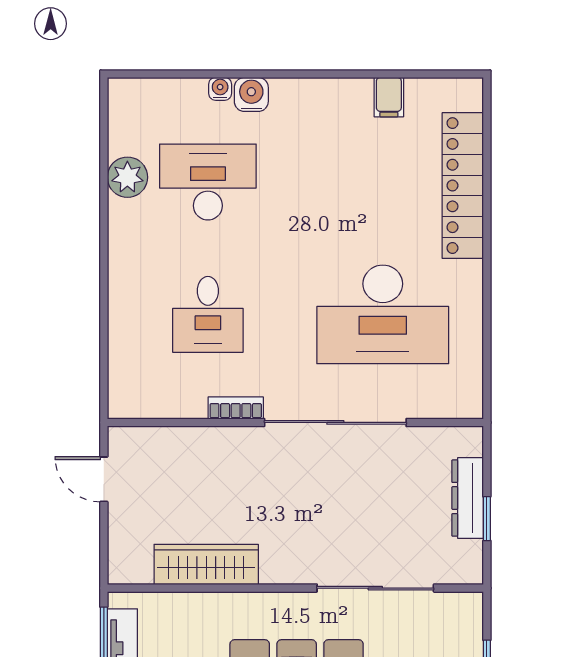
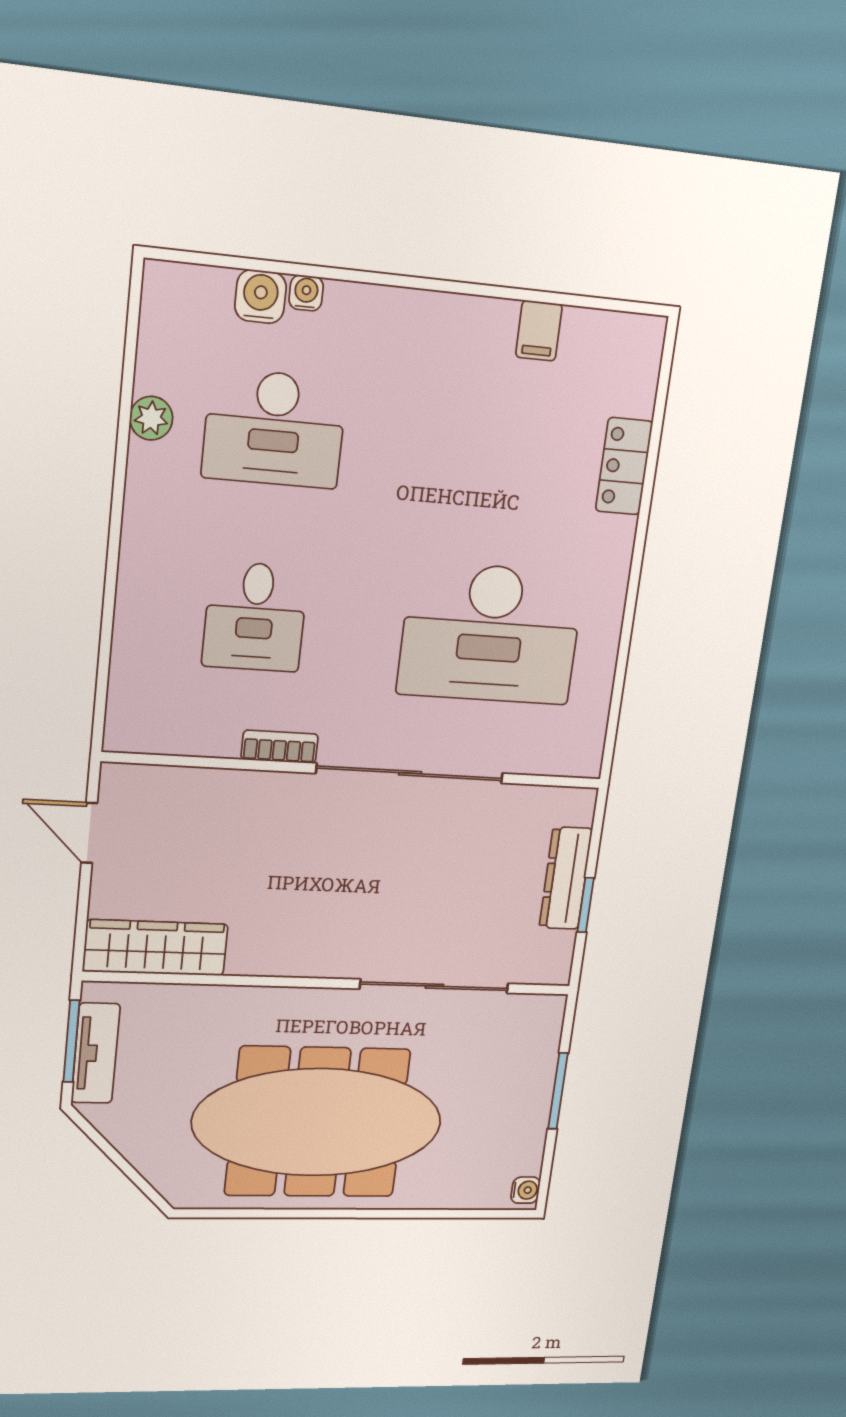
water cooler: (251, 94) -> (260, 296), moved
plant: (127, 177) -> (151, 418), width x0.73, depth x0.73
desk: (208, 182) -> (274, 429), turned 180
locker: (463, 186) -> (624, 466), width x0.46, depth x0.83
wardrobe: (206, 564) -> (155, 948), moved

